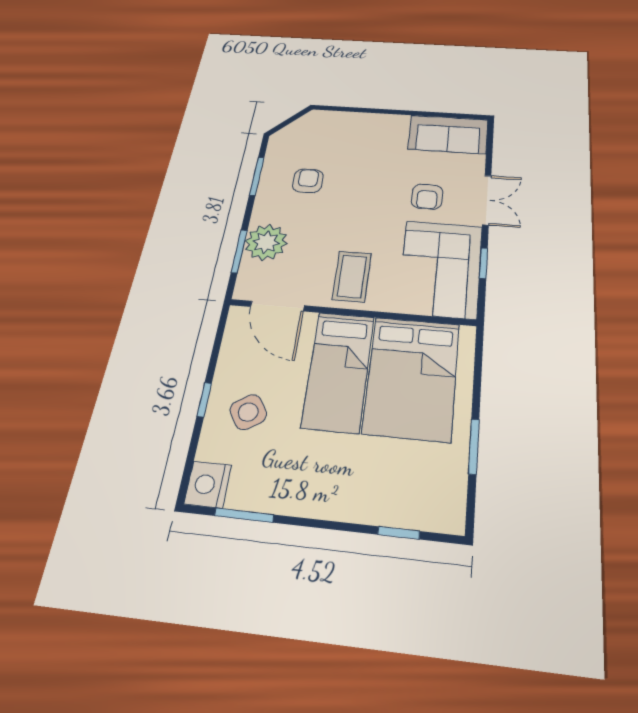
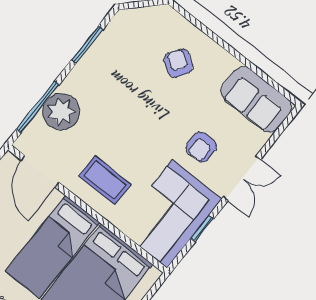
armchair: (308, 181) -> (178, 63), moved, turned -57
window: (239, 251) -> (38, 107), width x1.44
coffee table: (352, 276) -> (105, 180), turned 90

